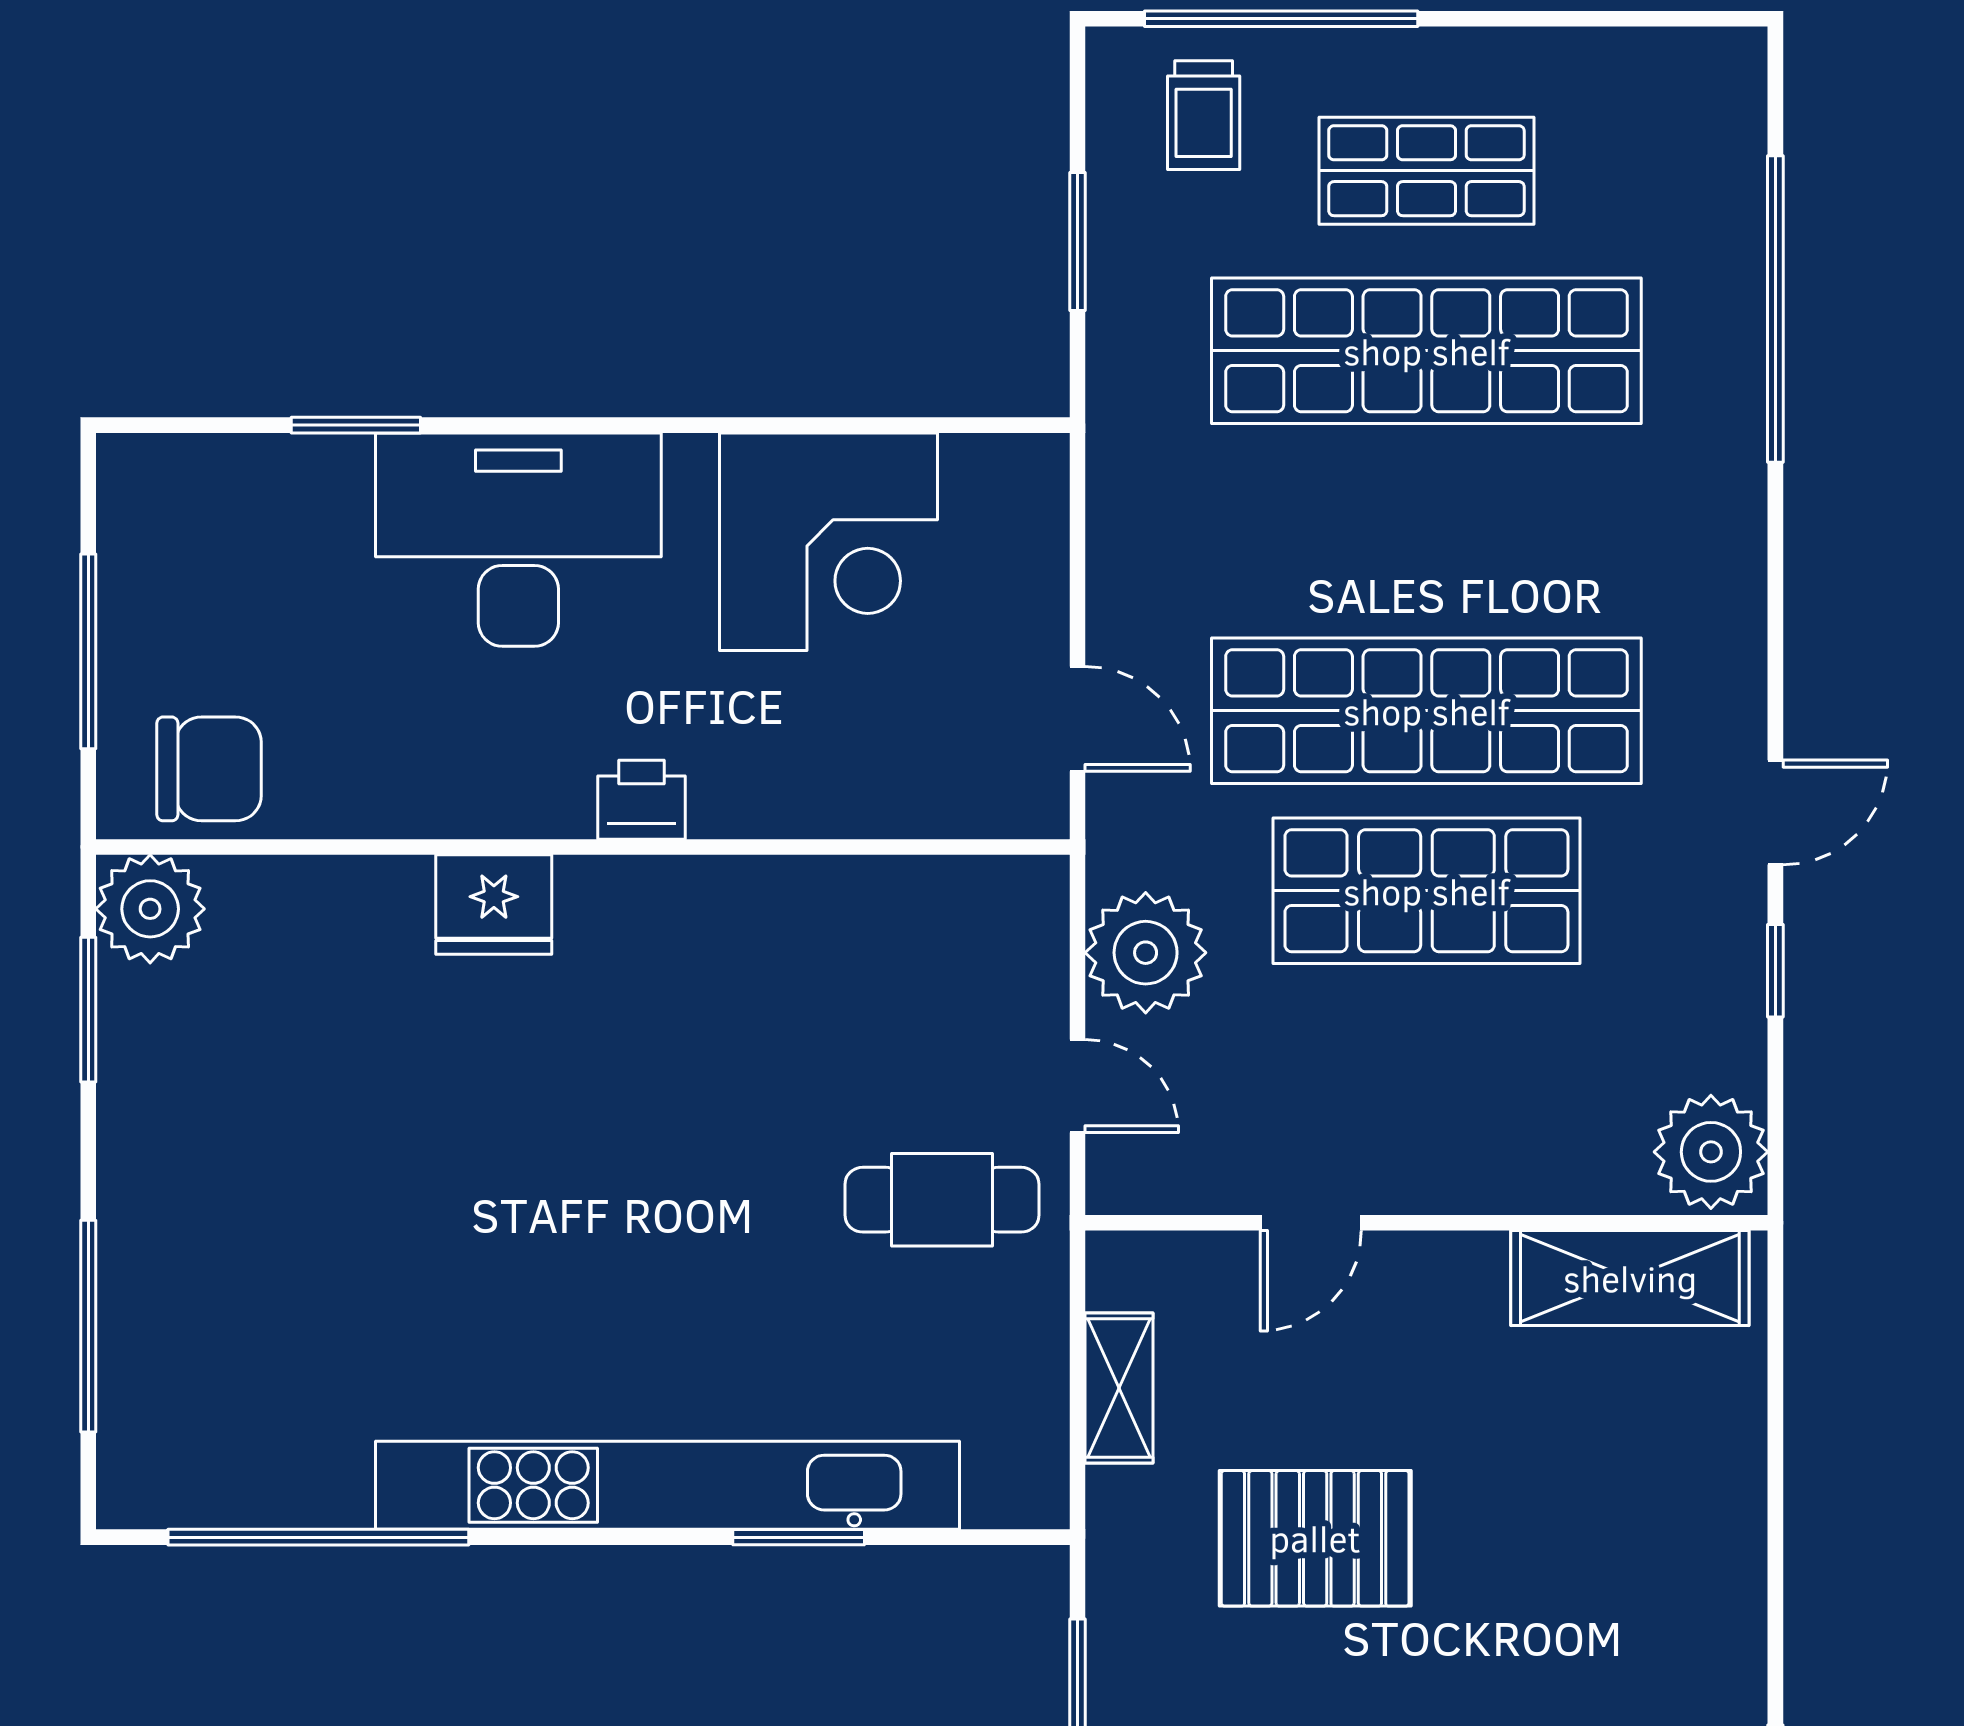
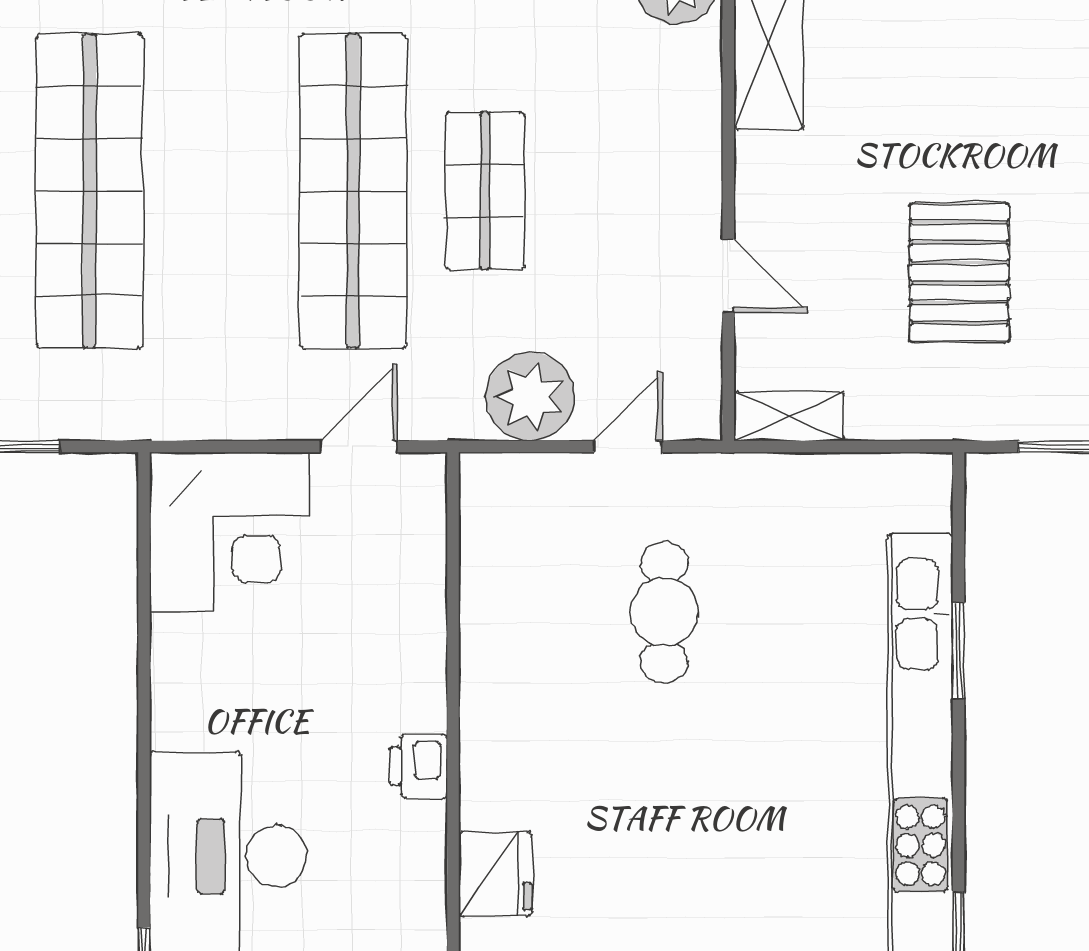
corner desk: (829, 542) -> (229, 532), moved, turned 90
shop shelf: (1426, 891) -> (485, 191), width x0.70, depth x0.74
cafe table: (942, 1200) -> (664, 612), moved
shelving: (1119, 1388) -> (789, 416), moved

